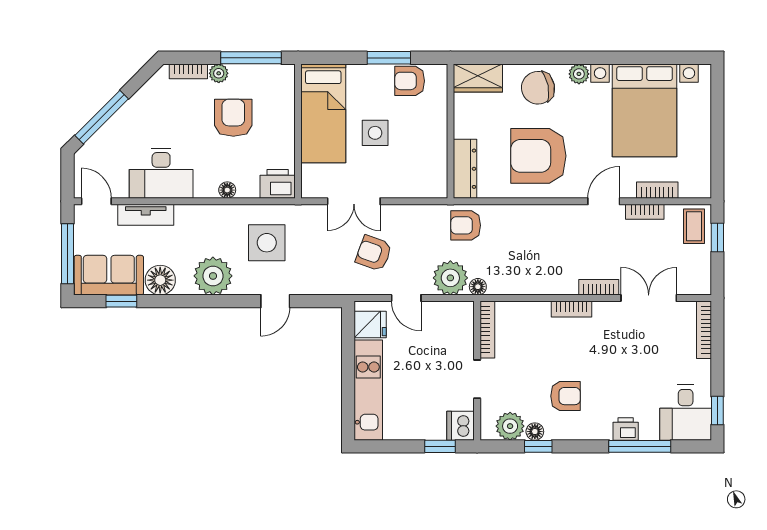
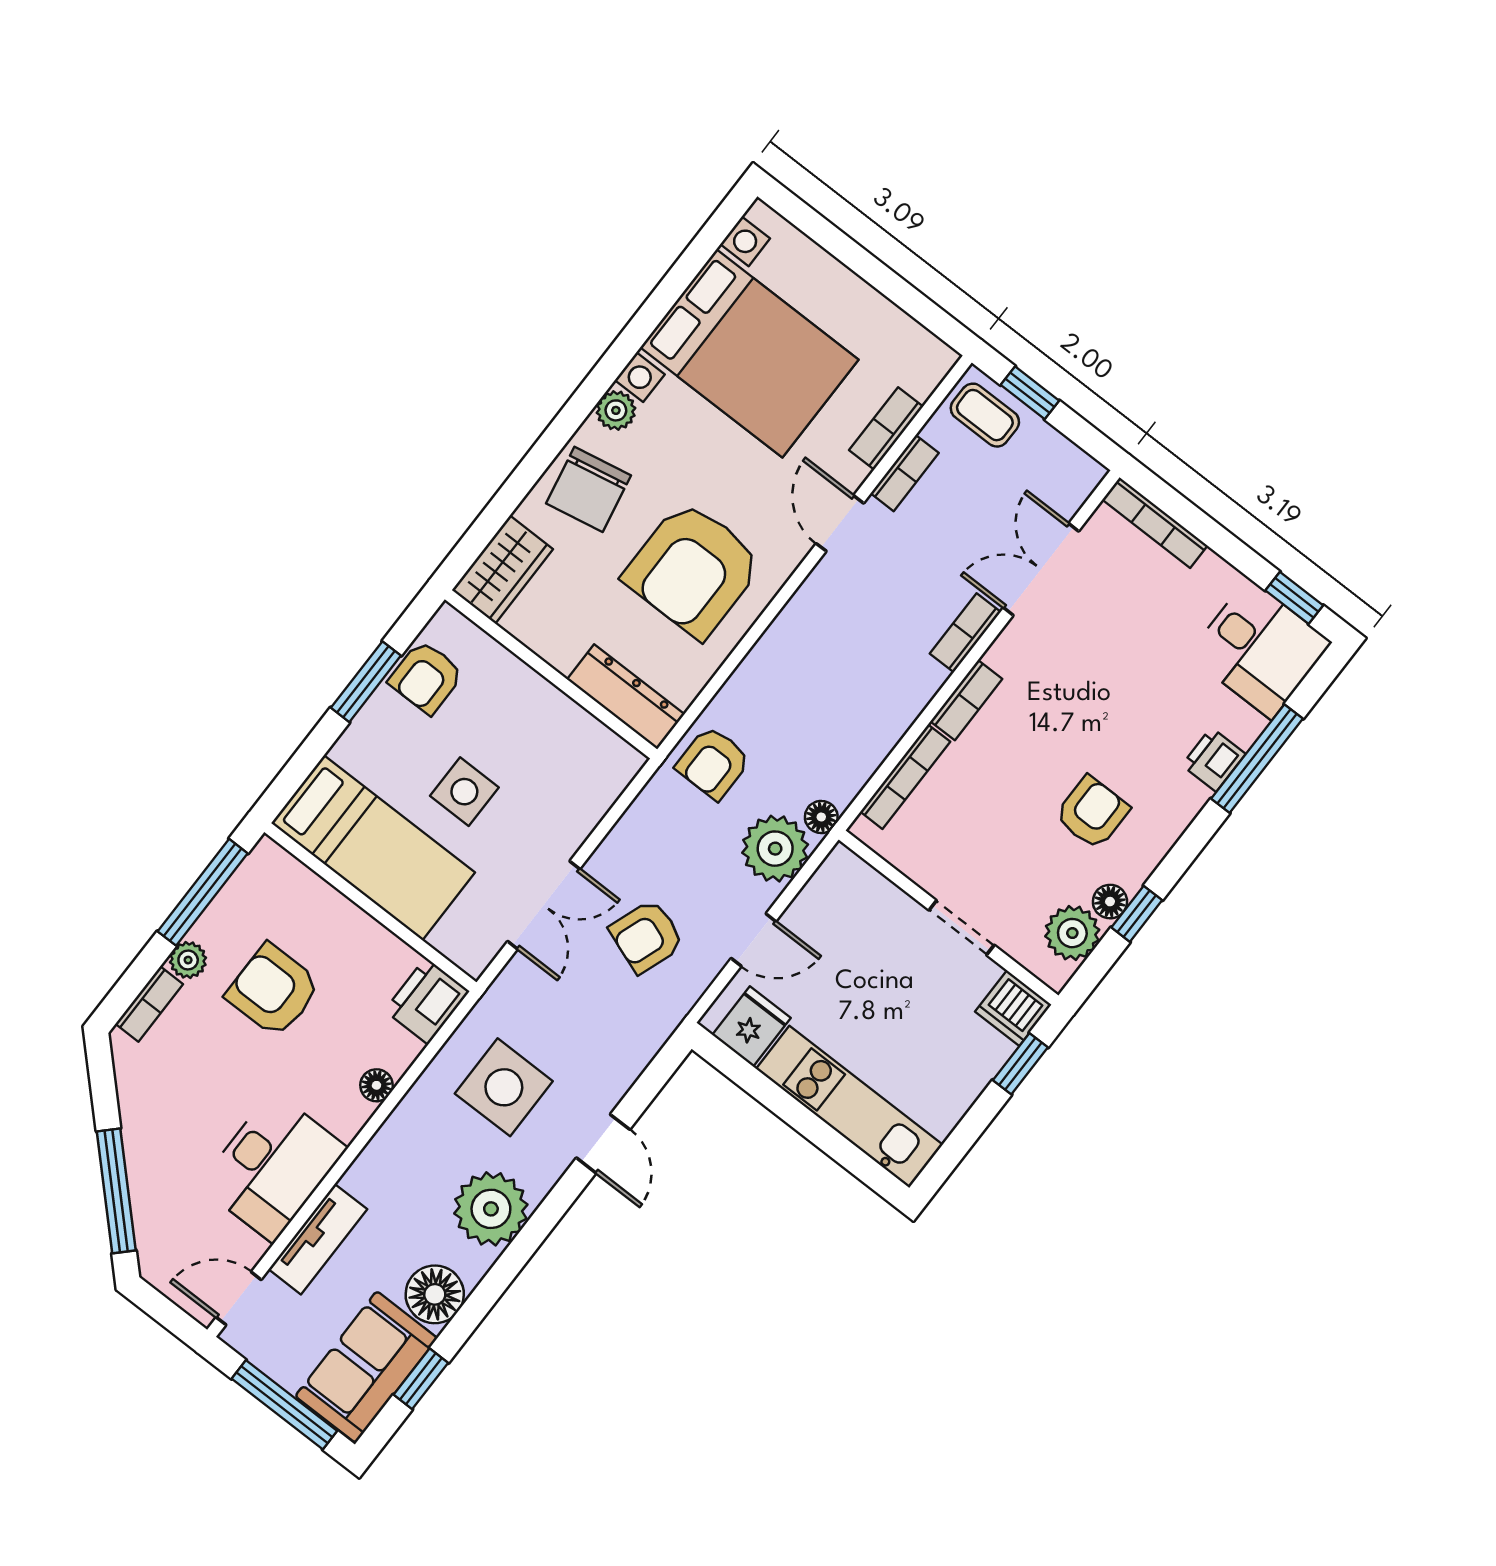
bookcase: (487, 330) -> (905, 777), moved, turned 90

